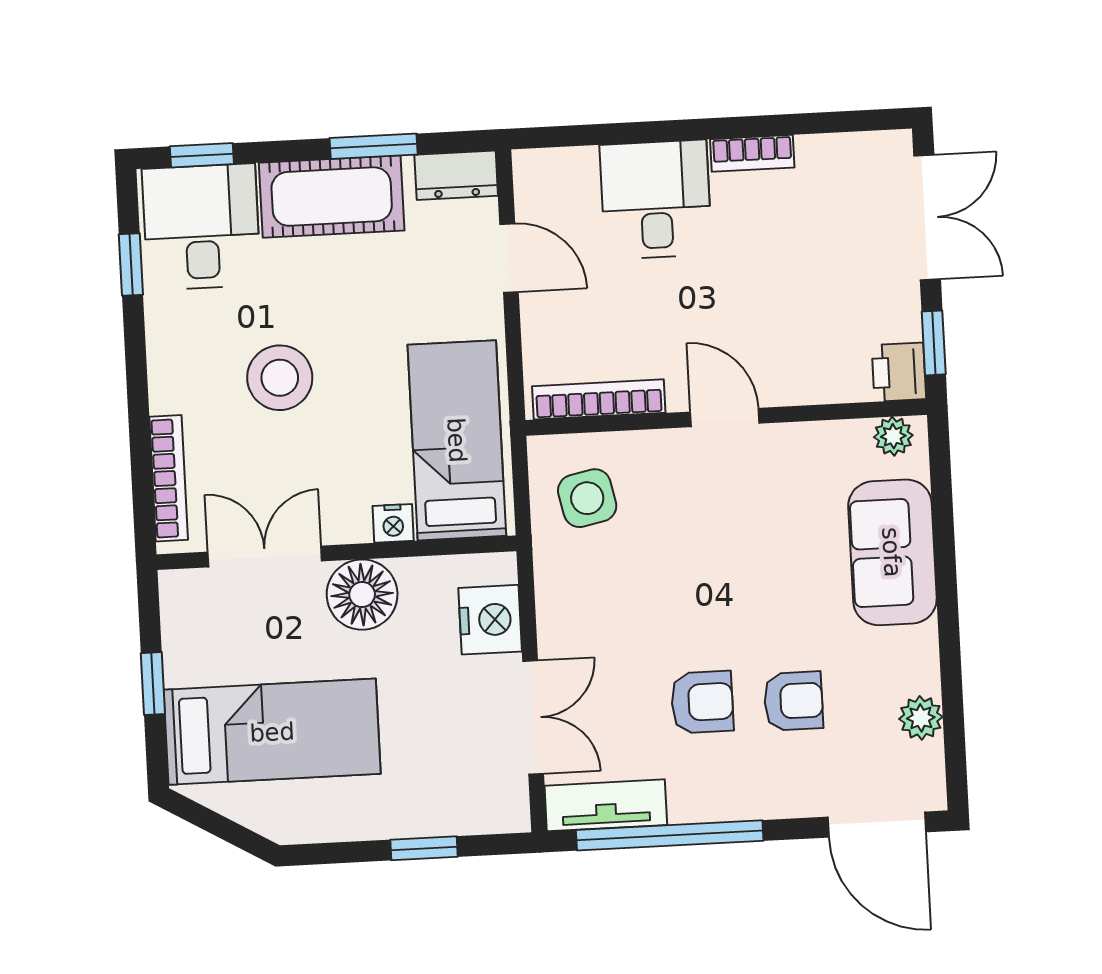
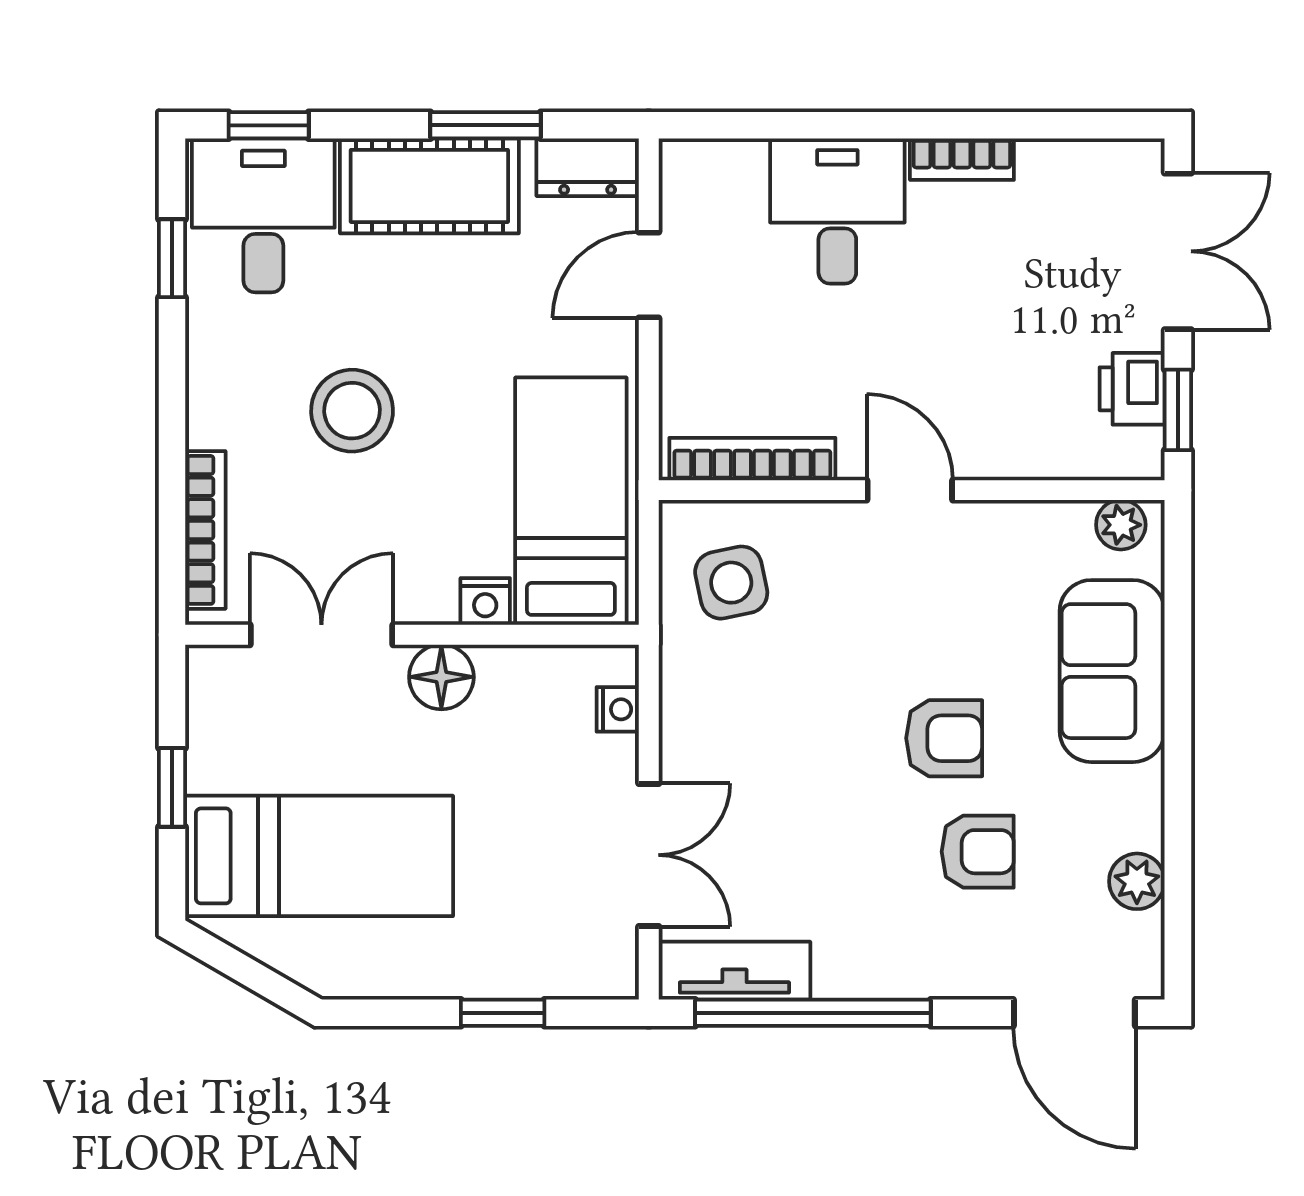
door: (509, 258) -> (649, 275), swing flipped
printer: (899, 372) -> (1132, 389), moved
floor lamp: (362, 595) -> (441, 677), width x0.73, depth x0.73
nightstand: (490, 620) -> (618, 709), width x0.53, depth x0.56
armchair: (702, 702) -> (944, 738), moved

